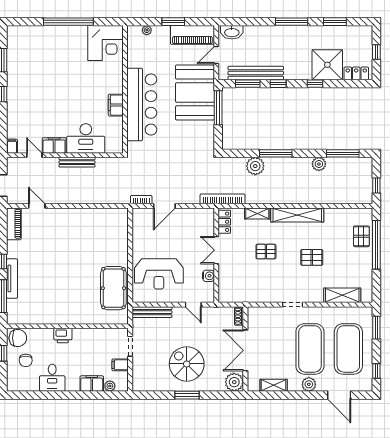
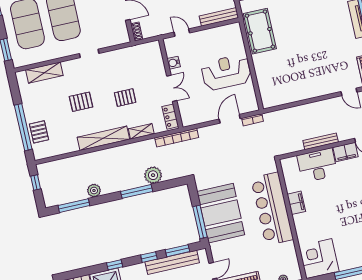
booth: (195, 92) -> (221, 213), moved
reception desk: (159, 274) -> (226, 72), moved

